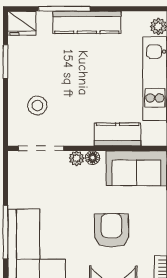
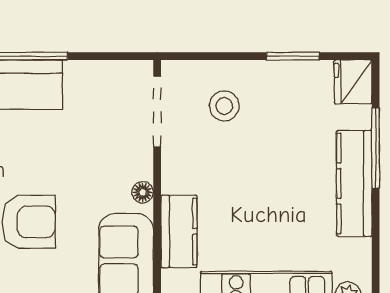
plant: (77, 158) -> (142, 167), removed

